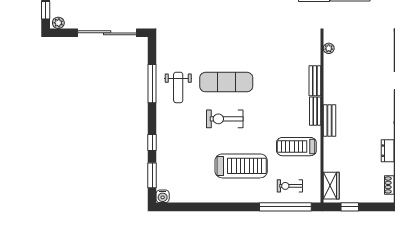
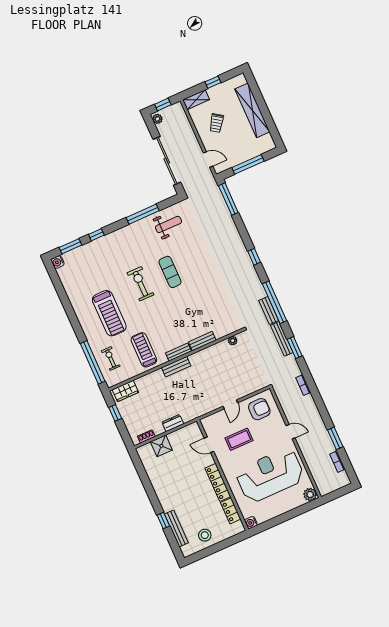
exercise mat: (226, 82) -> (170, 272), width x0.73, depth x0.69
weight bench: (178, 87) -> (168, 224), moved, turned 180

